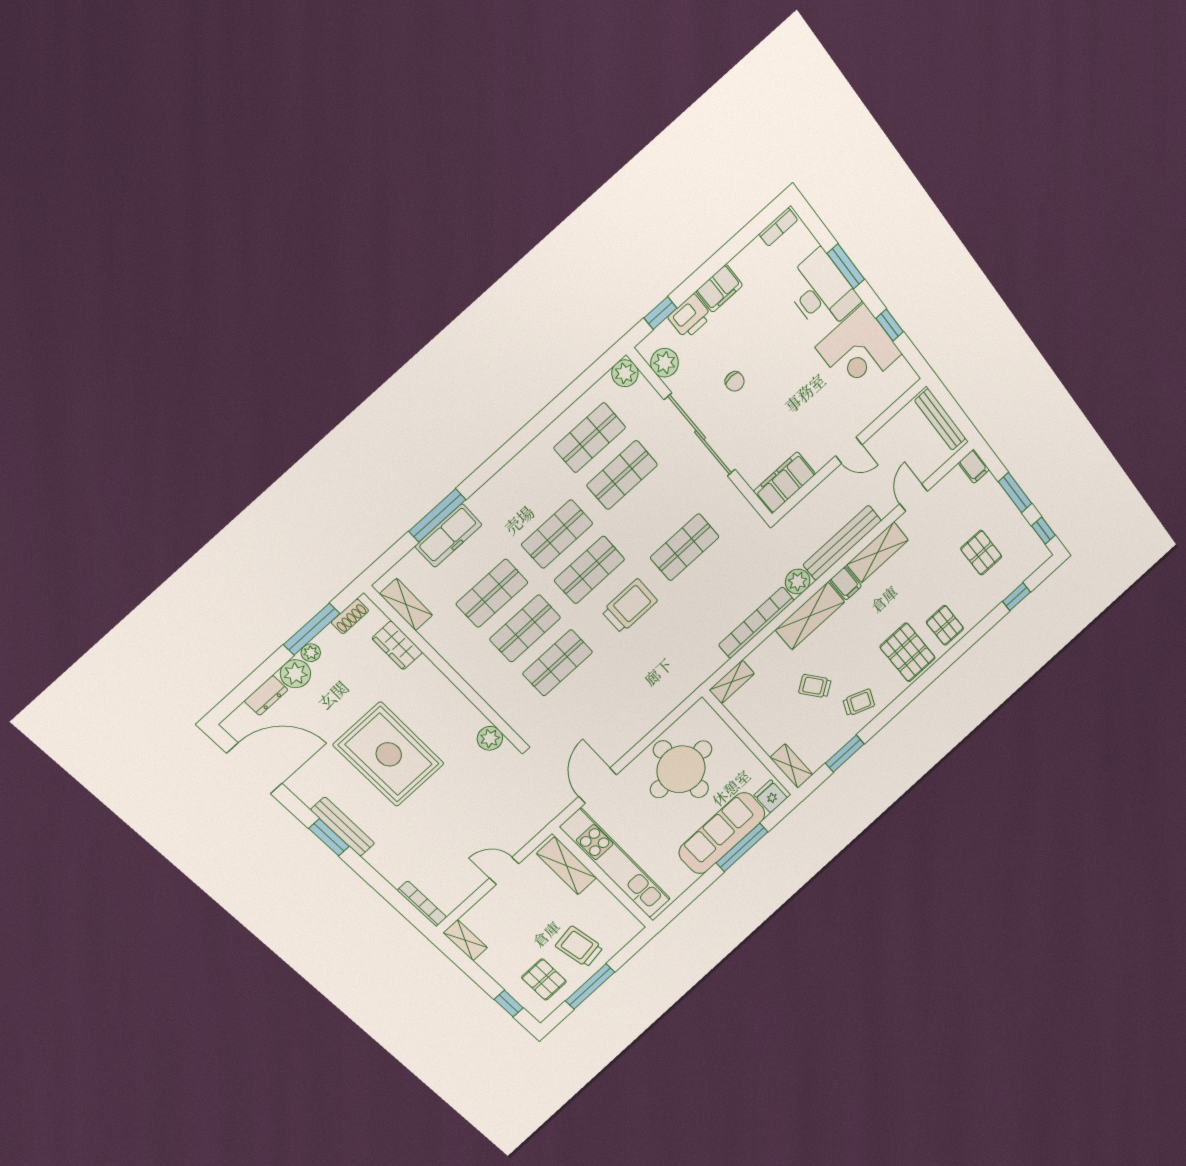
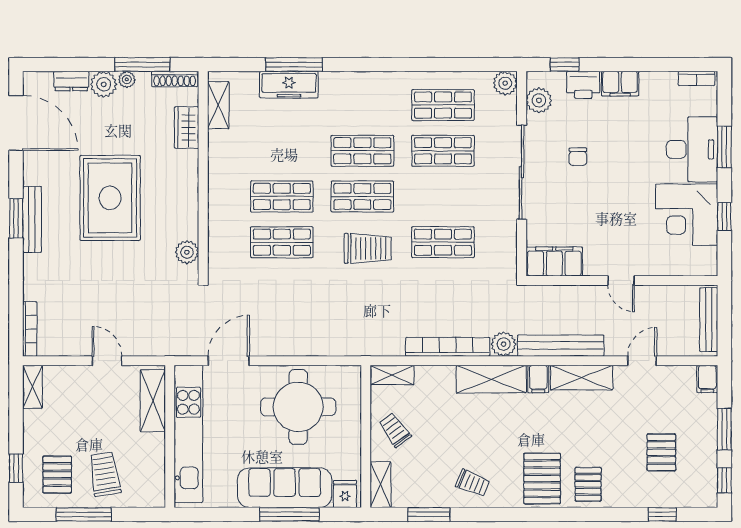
shop shelf: (492, 593) -> (282, 151), removed
shoe rack: (350, 616) -> (175, 79), width x1.43
trolley: (815, 686) -> (395, 430), moved

